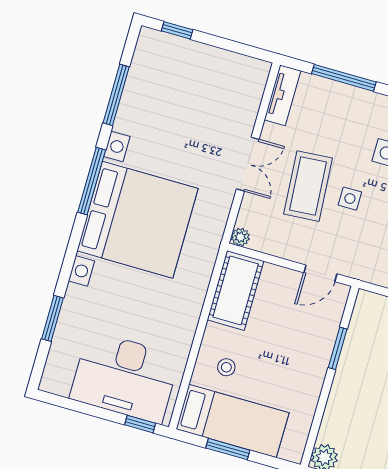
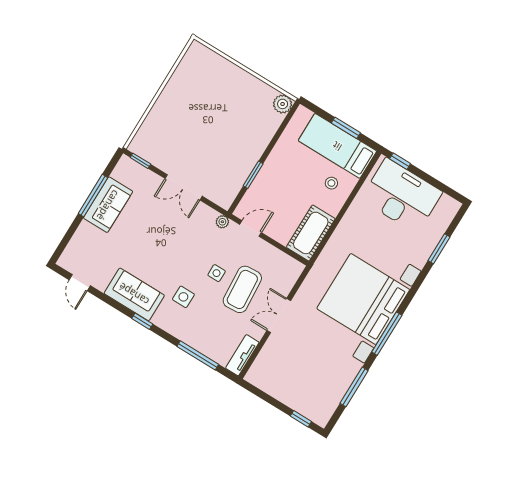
plant: (240, 237) -> (222, 222), moved

